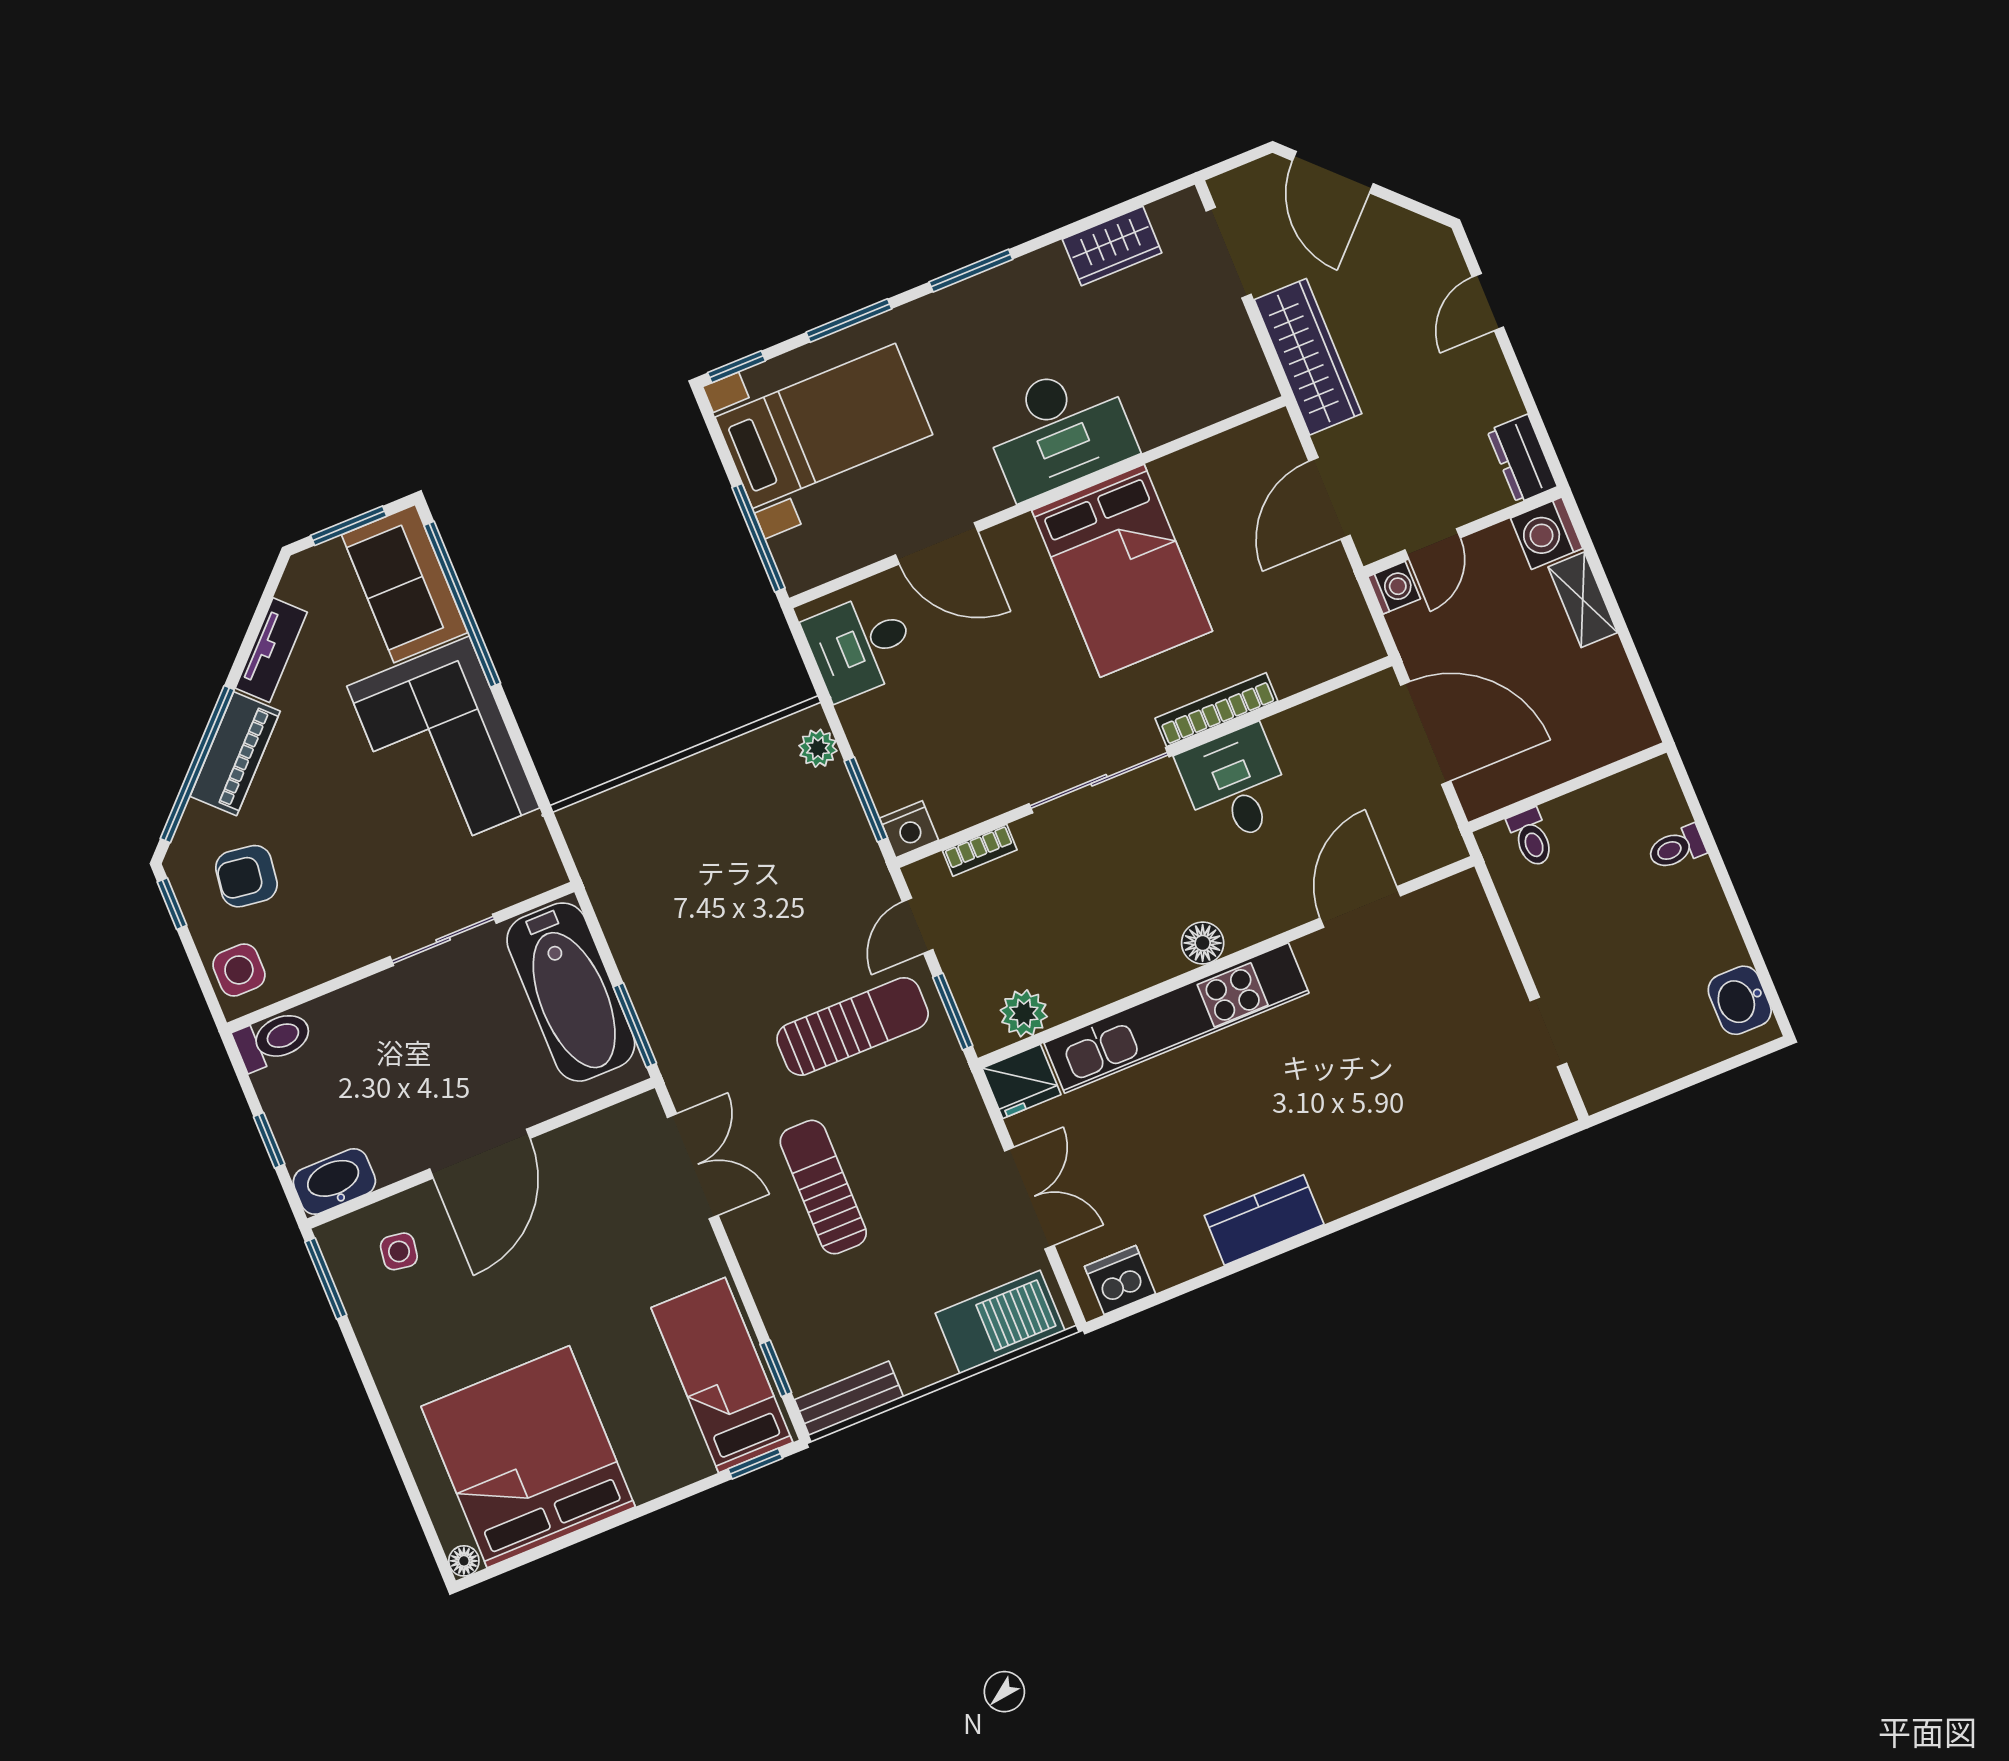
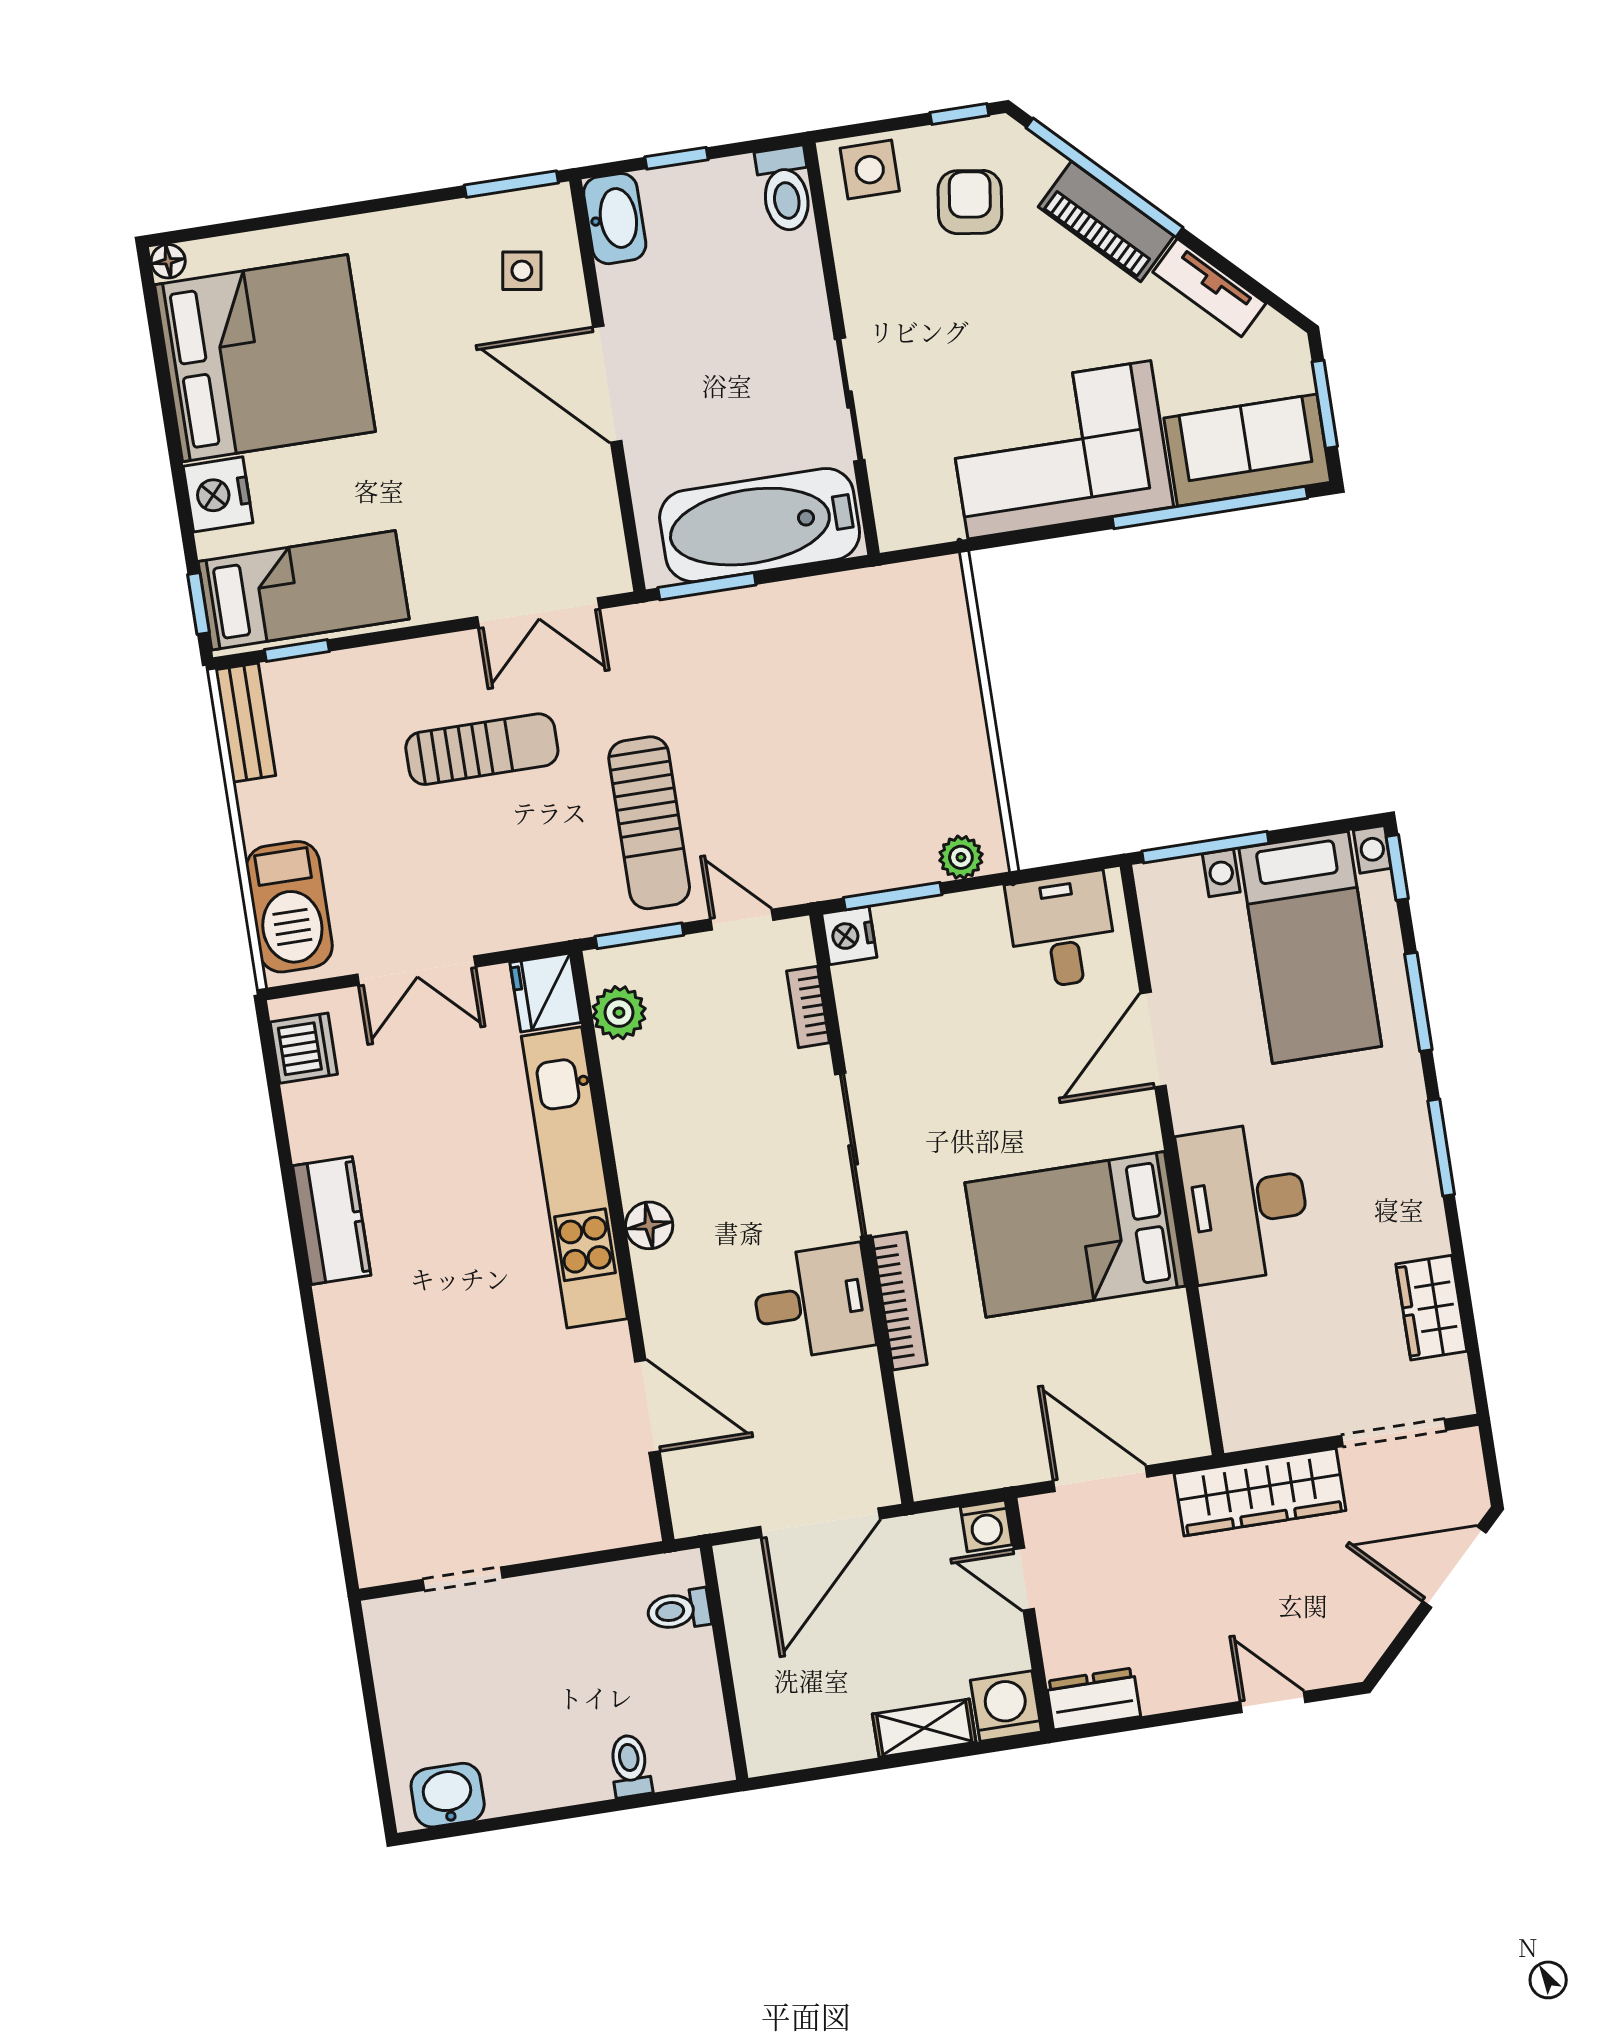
nightstand: (656, 1469) -> (218, 494), added

